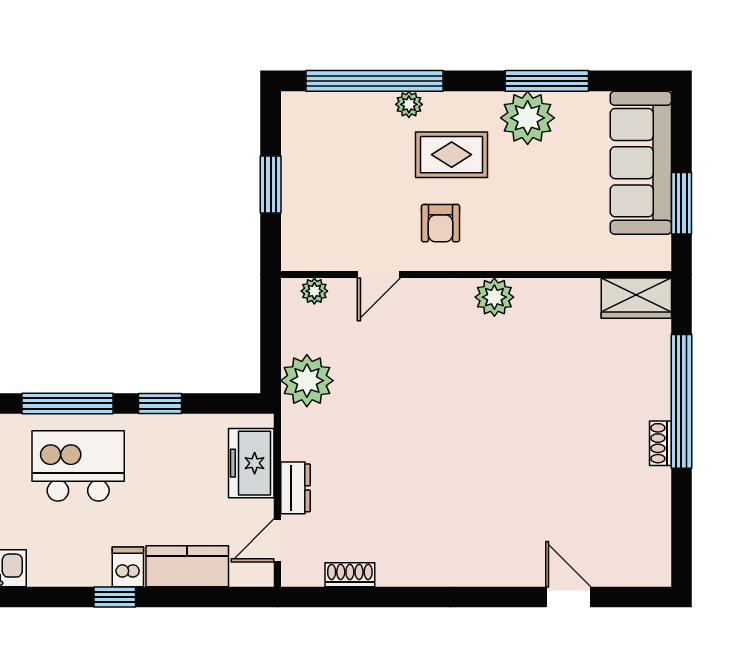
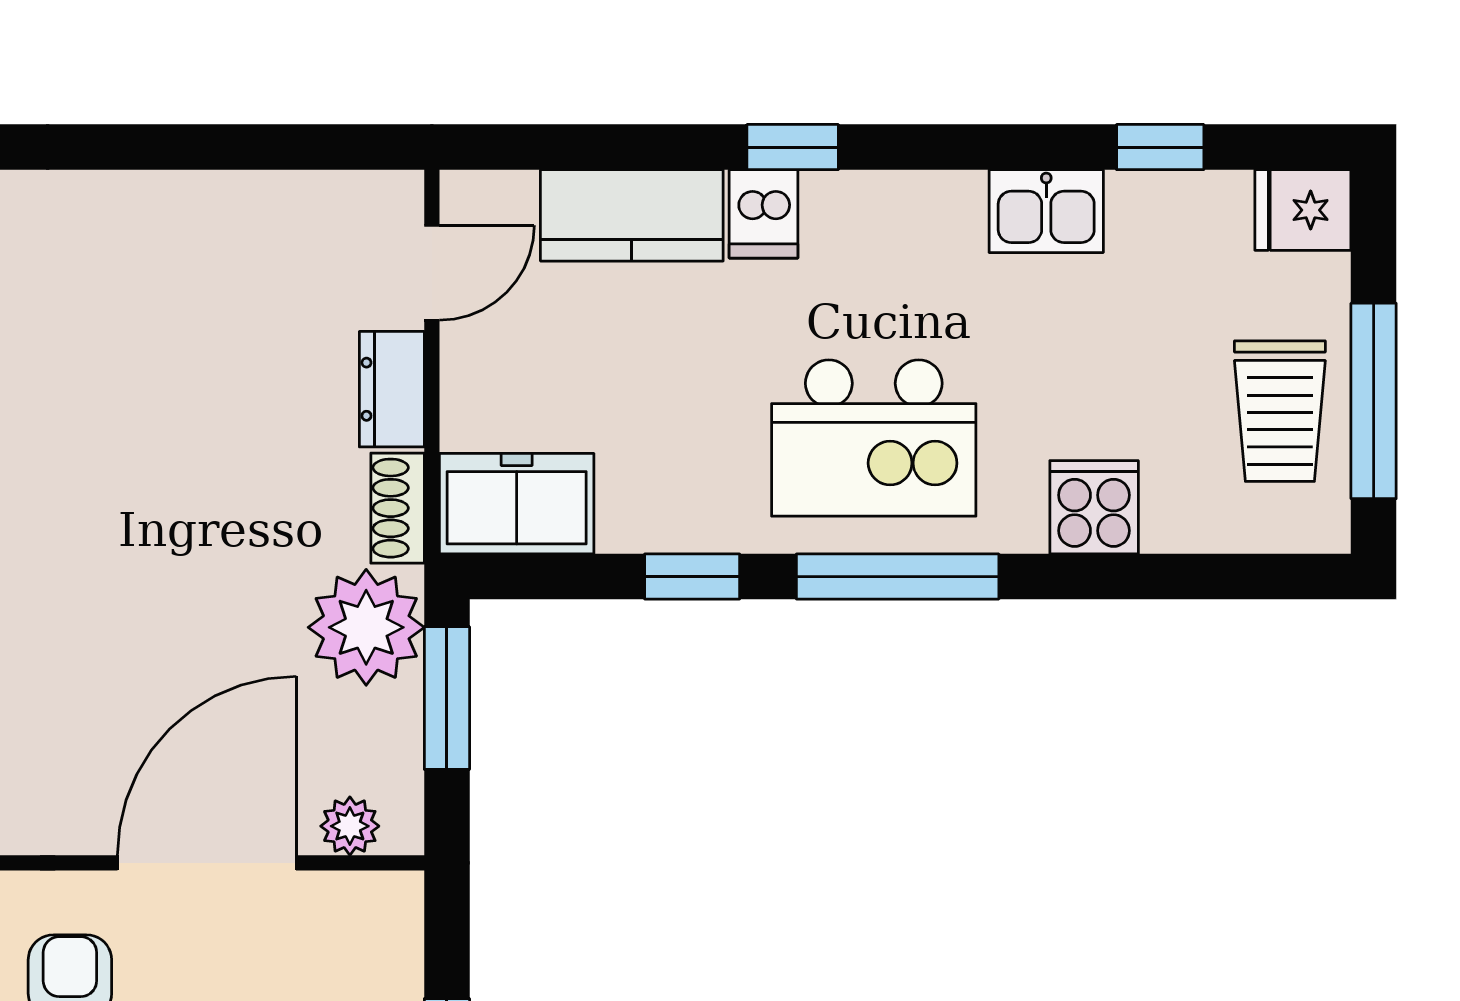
door: (379, 274) -> (207, 863), width x1.88
window: (271, 349) -> (447, 698), added
freezer: (251, 463) -> (517, 504), moved, turned -90
shoe rack: (350, 575) -> (398, 508), moved, turned 90

